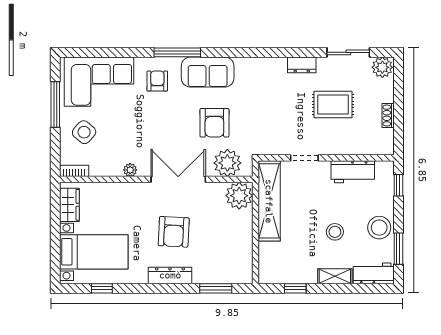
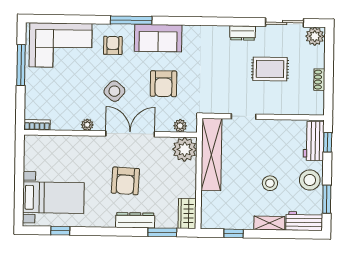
side table: (84, 132) -> (114, 91), moved
plant: (227, 163) -> (180, 126), width x0.53, depth x0.53
workbench: (353, 172) -> (314, 141), moved, turned 90
wardrobe: (69, 205) -> (187, 214), moved, turned 180
dresser: (170, 275) -> (135, 220), moved

